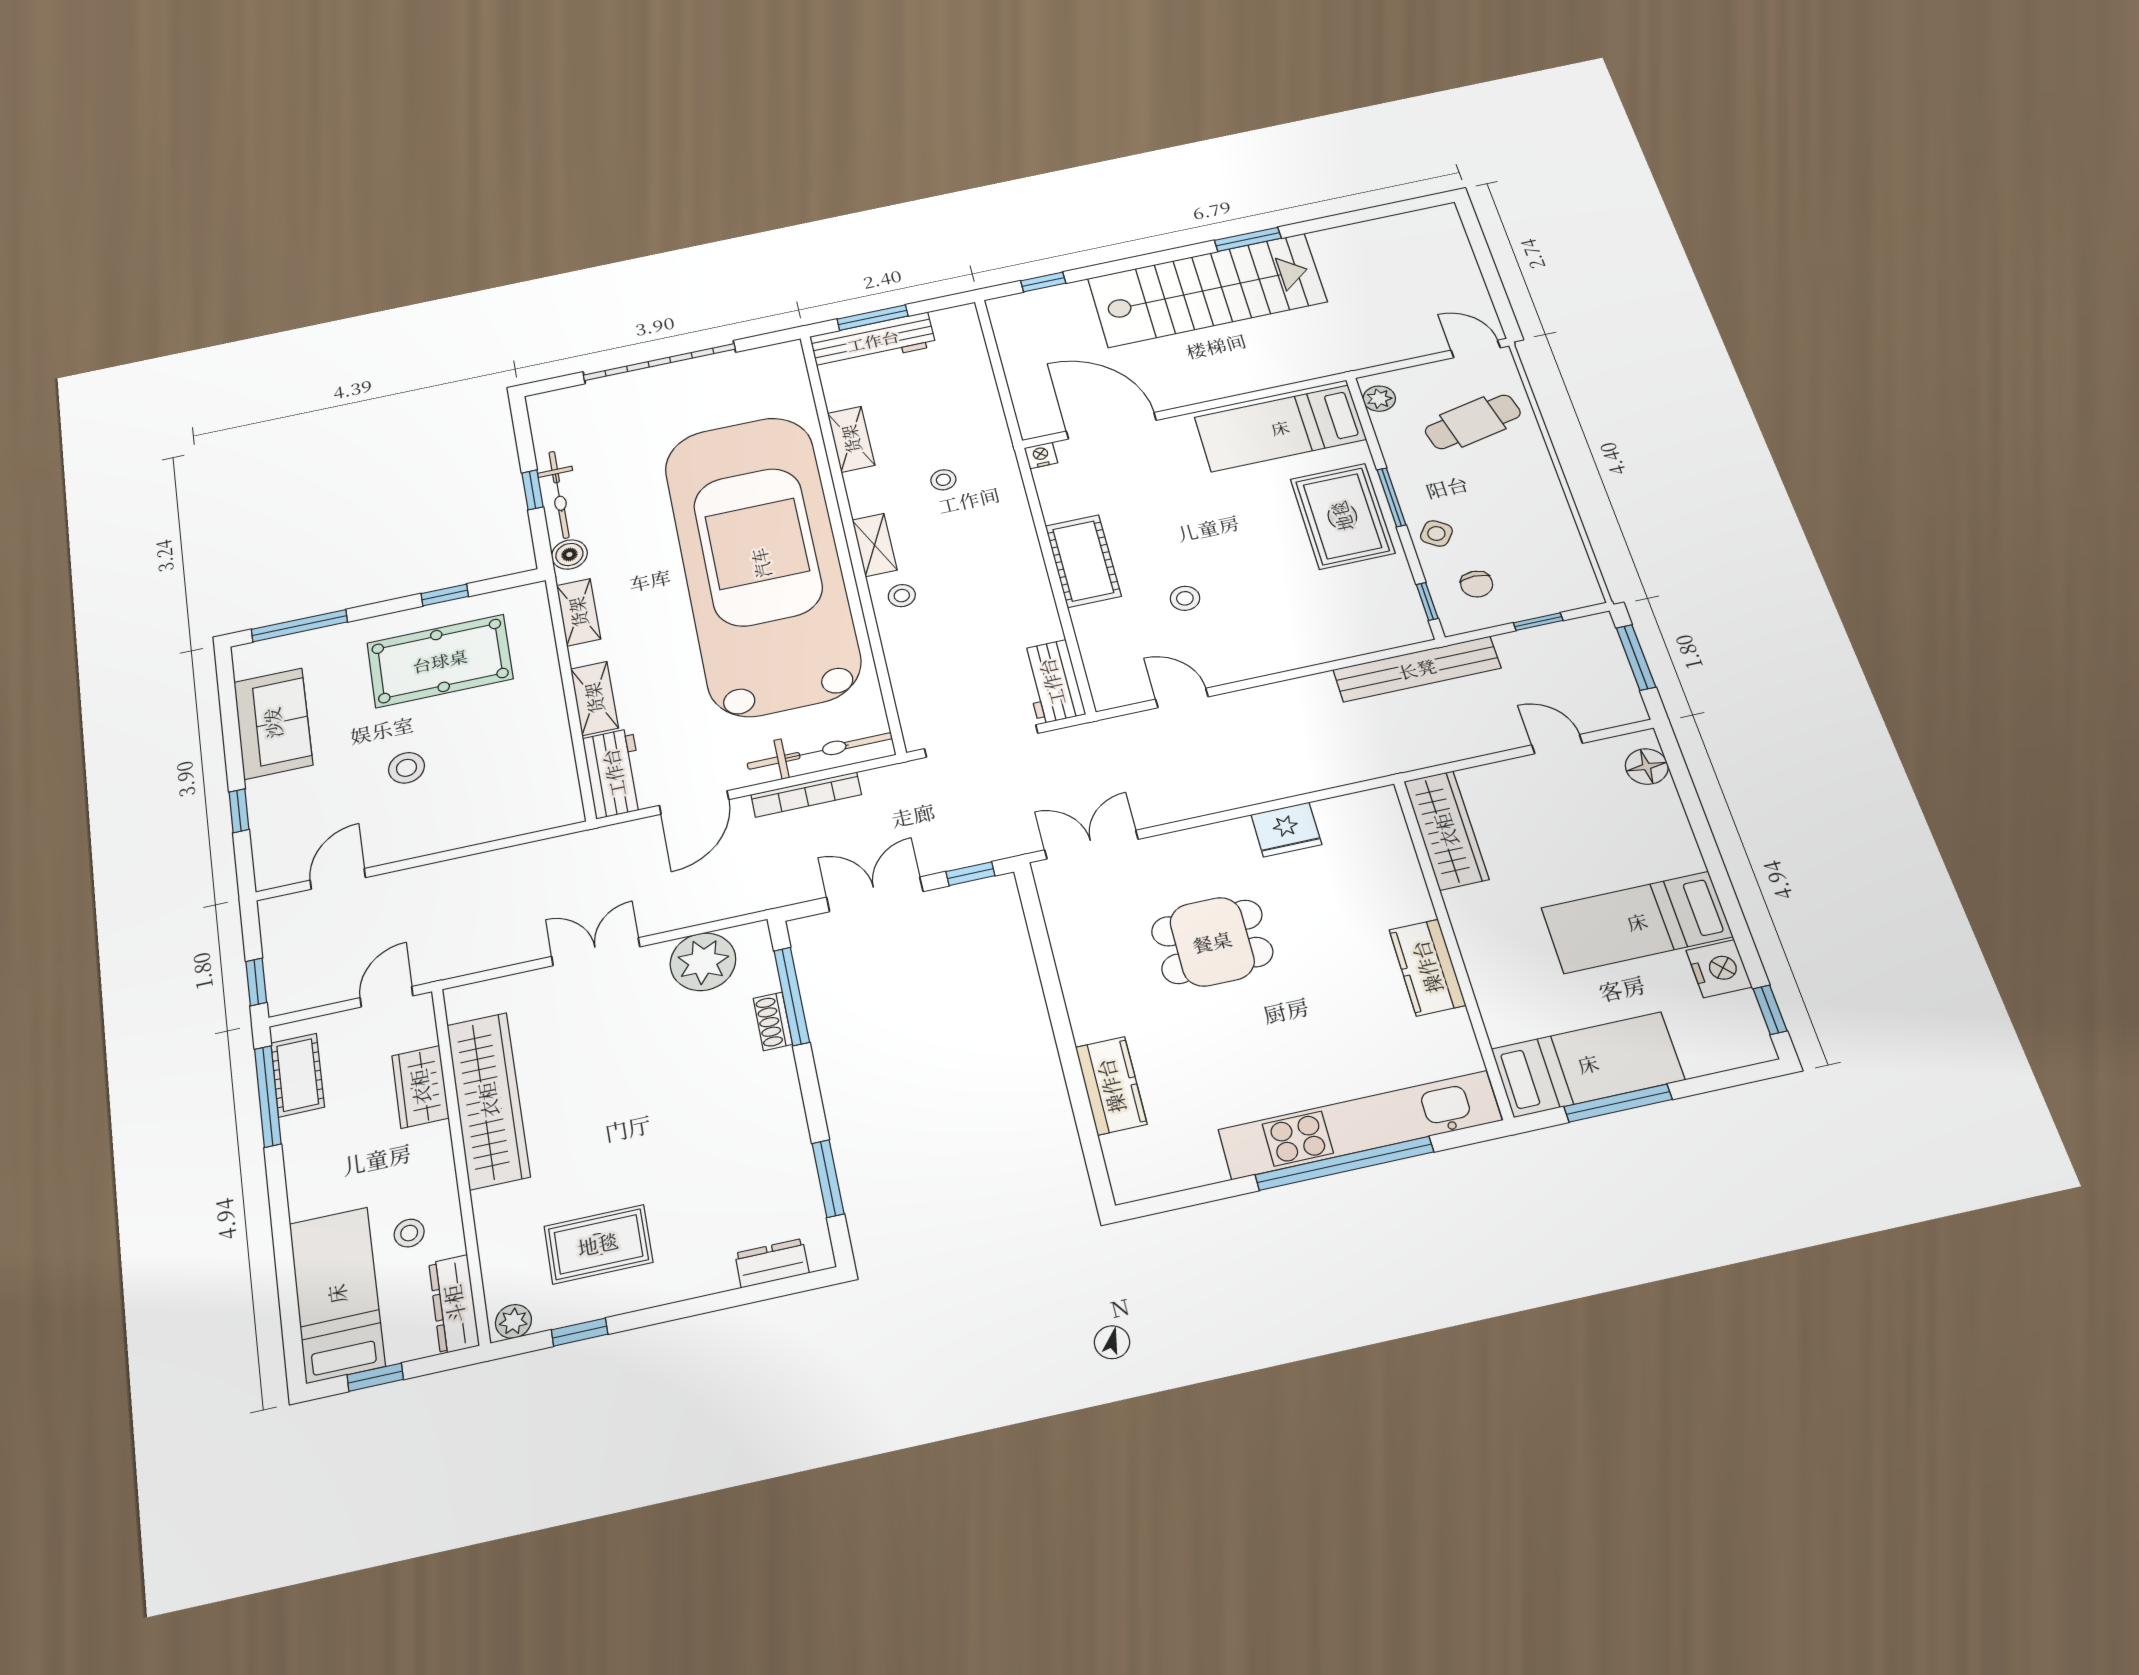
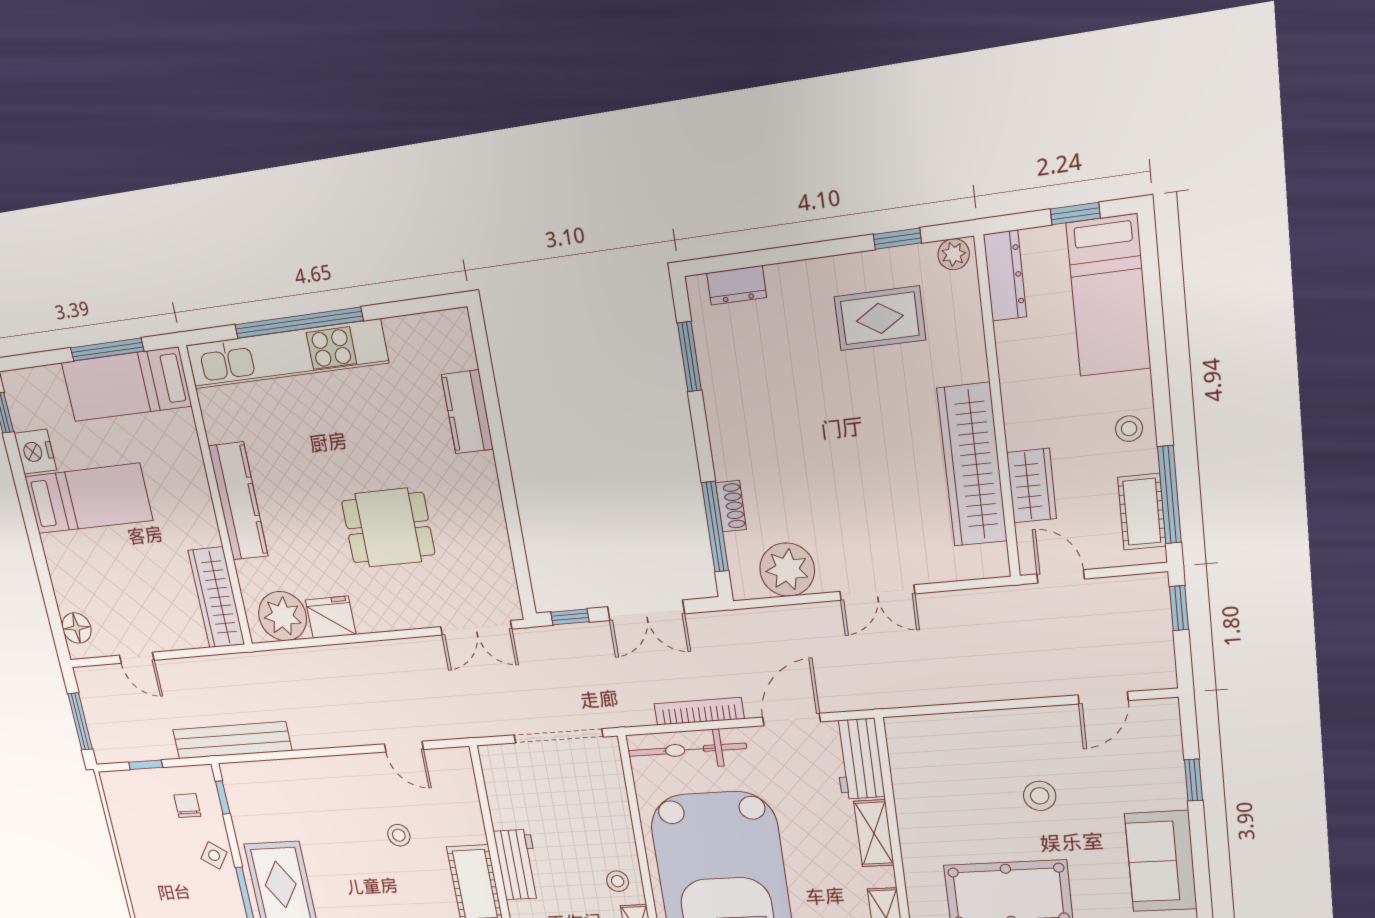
workbench: (1052, 682) -> (518, 865), moved
plant: (1353, 821) -> (283, 616), added
kitchen counter: (1427, 967) -> (238, 501), width x1.50
door: (386, 997) -> (1061, 576), swing flipped
stool: (409, 1233) -> (1129, 429), moved

